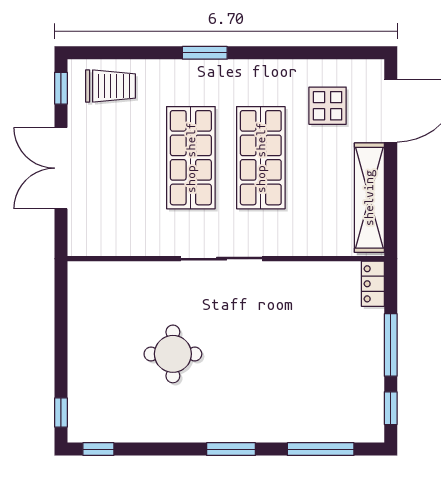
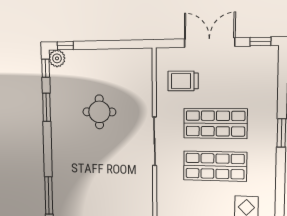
trolley: (110, 86) -> (183, 81), moved, turned 90
plant: (82, 428) -> (57, 58), added
window: (231, 449) -> (47, 107), moved

